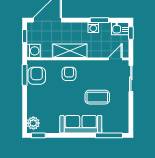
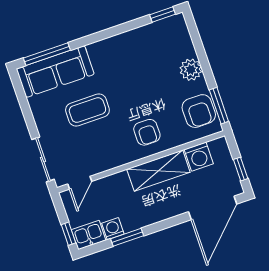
washing machine: (93, 28) -> (113, 229), moved
washing machine: (34, 51) -> (199, 157), moved, turned -90
plant: (33, 123) -> (191, 70), moved
sofa: (81, 124) -> (55, 72), moved

